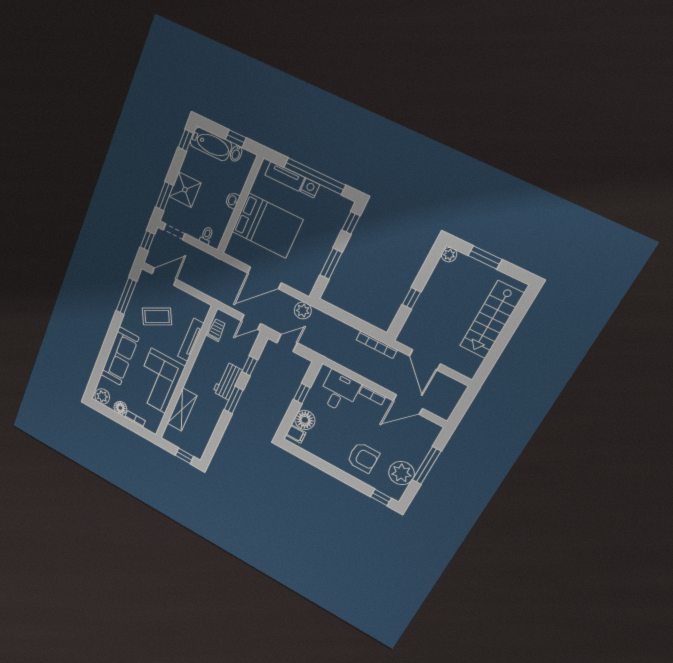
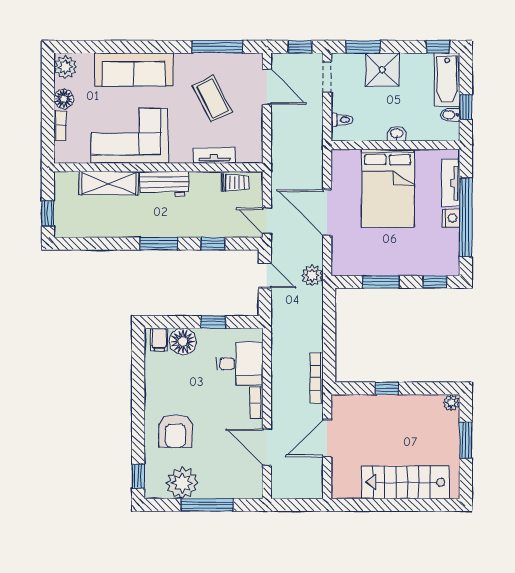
tv unit: (191, 340) -> (214, 155), width x0.71
workbench: (228, 381) -> (164, 184), moved, turned 180

